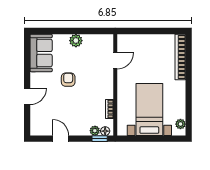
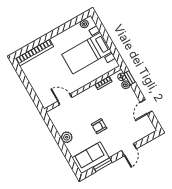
window: (27, 61) -> (103, 165), added
door: (27, 96) -> (129, 150), swing flipped

